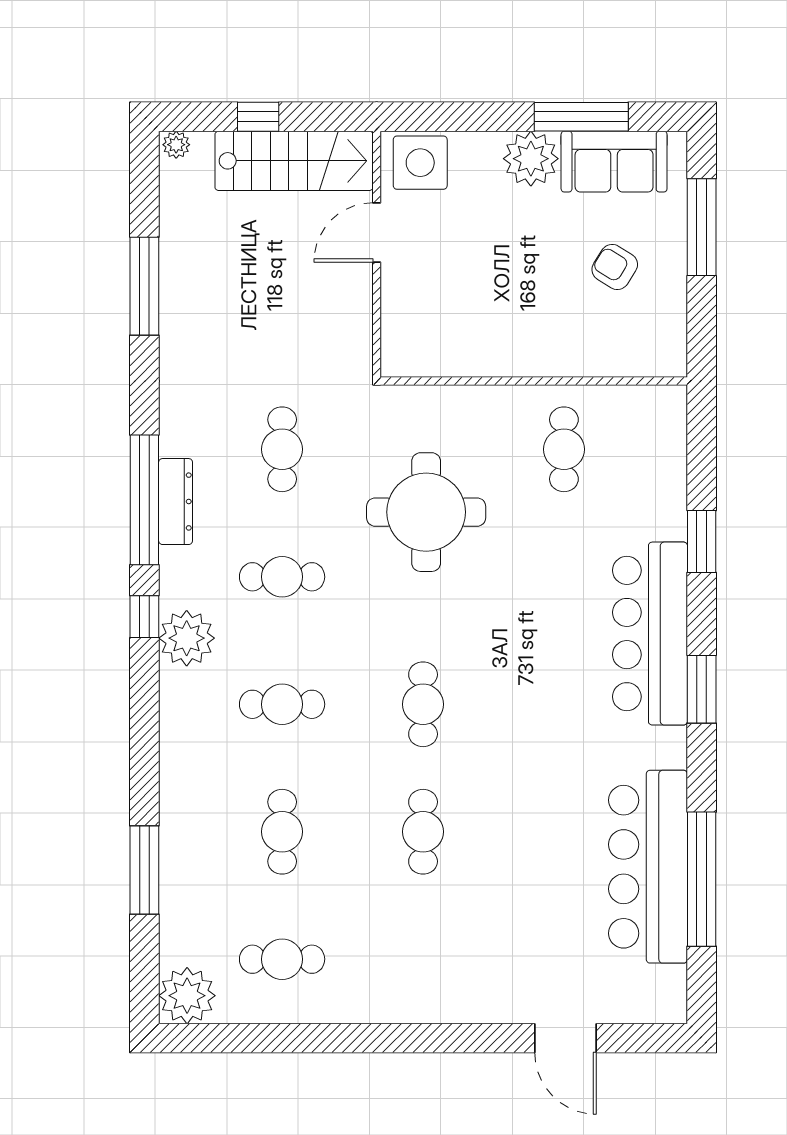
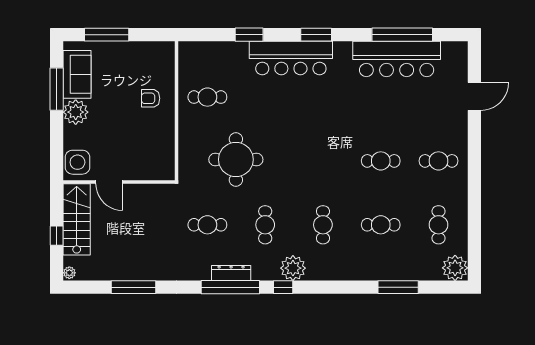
armchair: (615, 267) -> (151, 98), moved, turned 58
cafe table: (423, 704) -> (439, 161), moved

